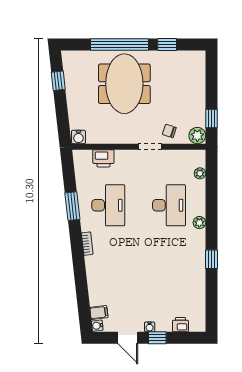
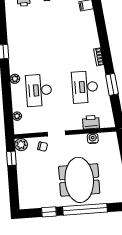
water cooler: (78, 137) -> (93, 138), moved

